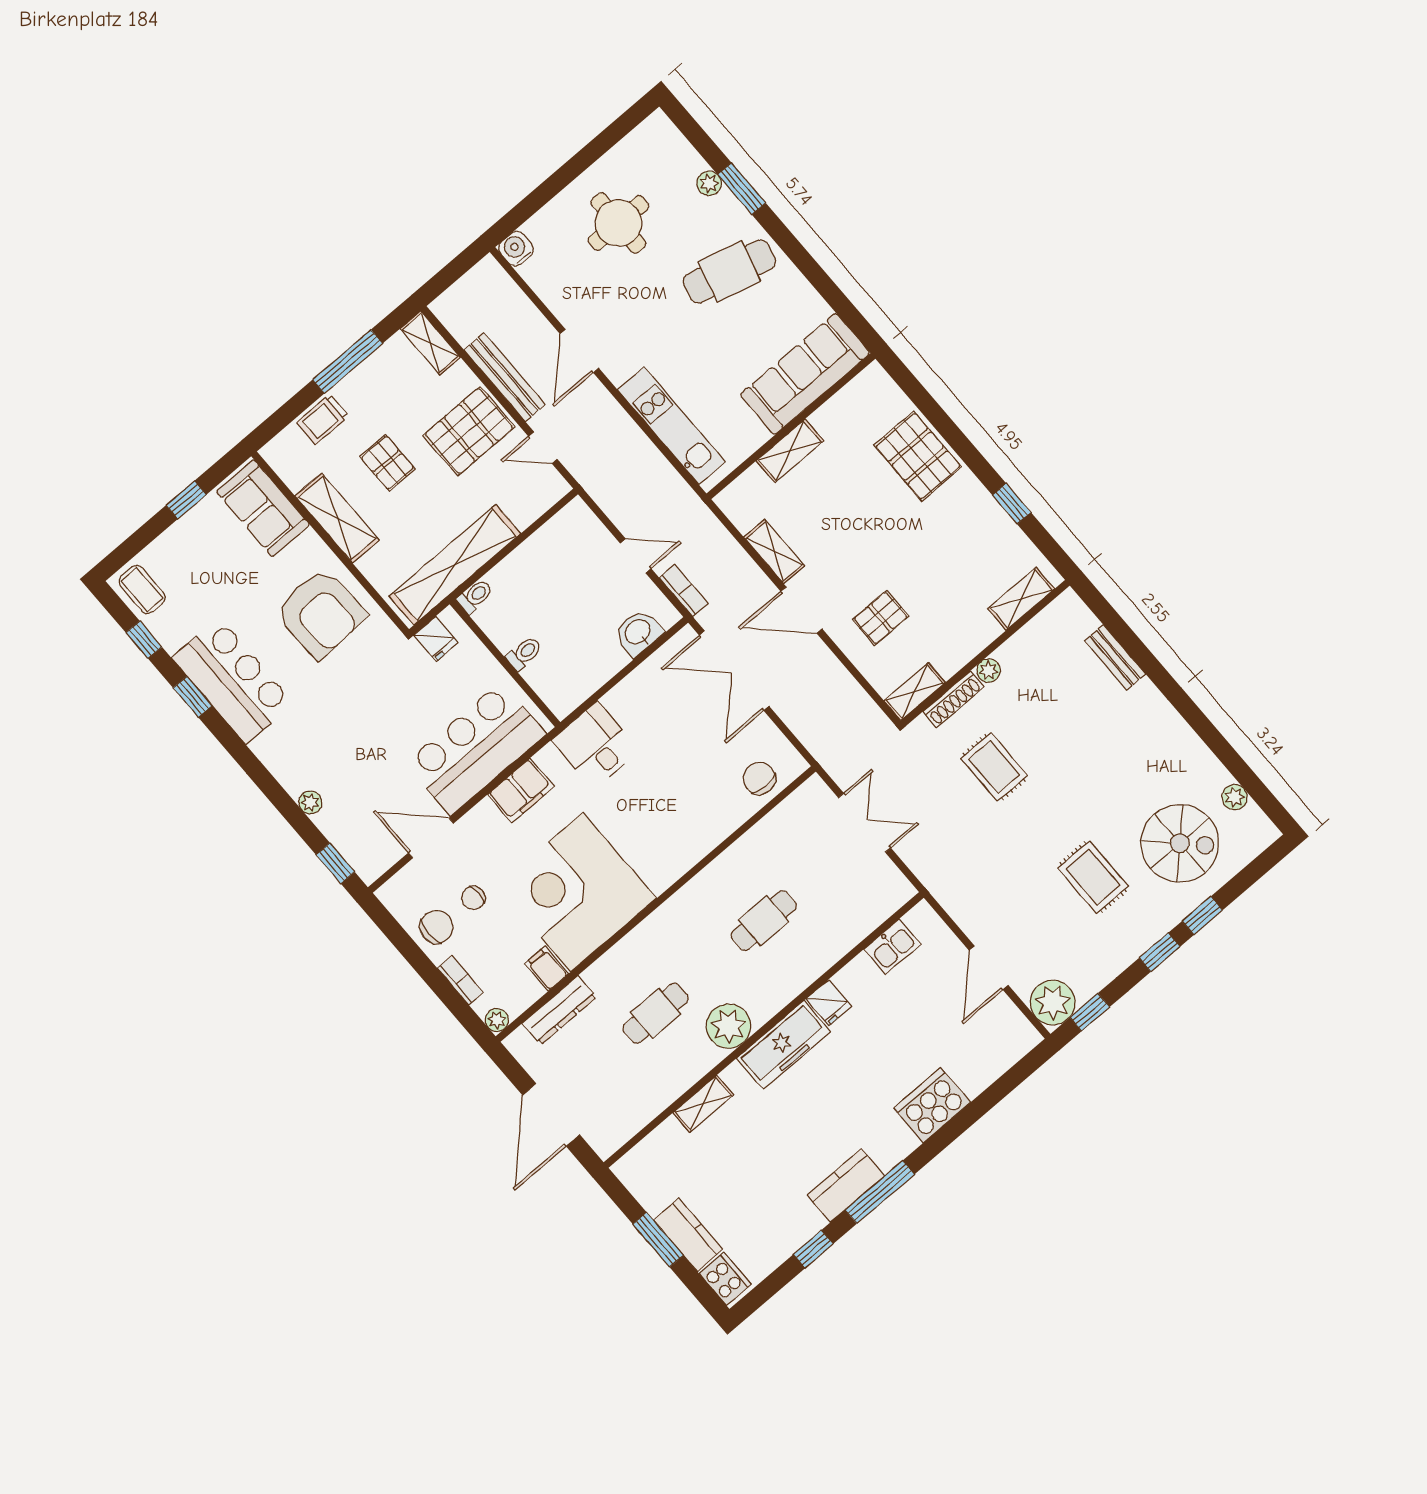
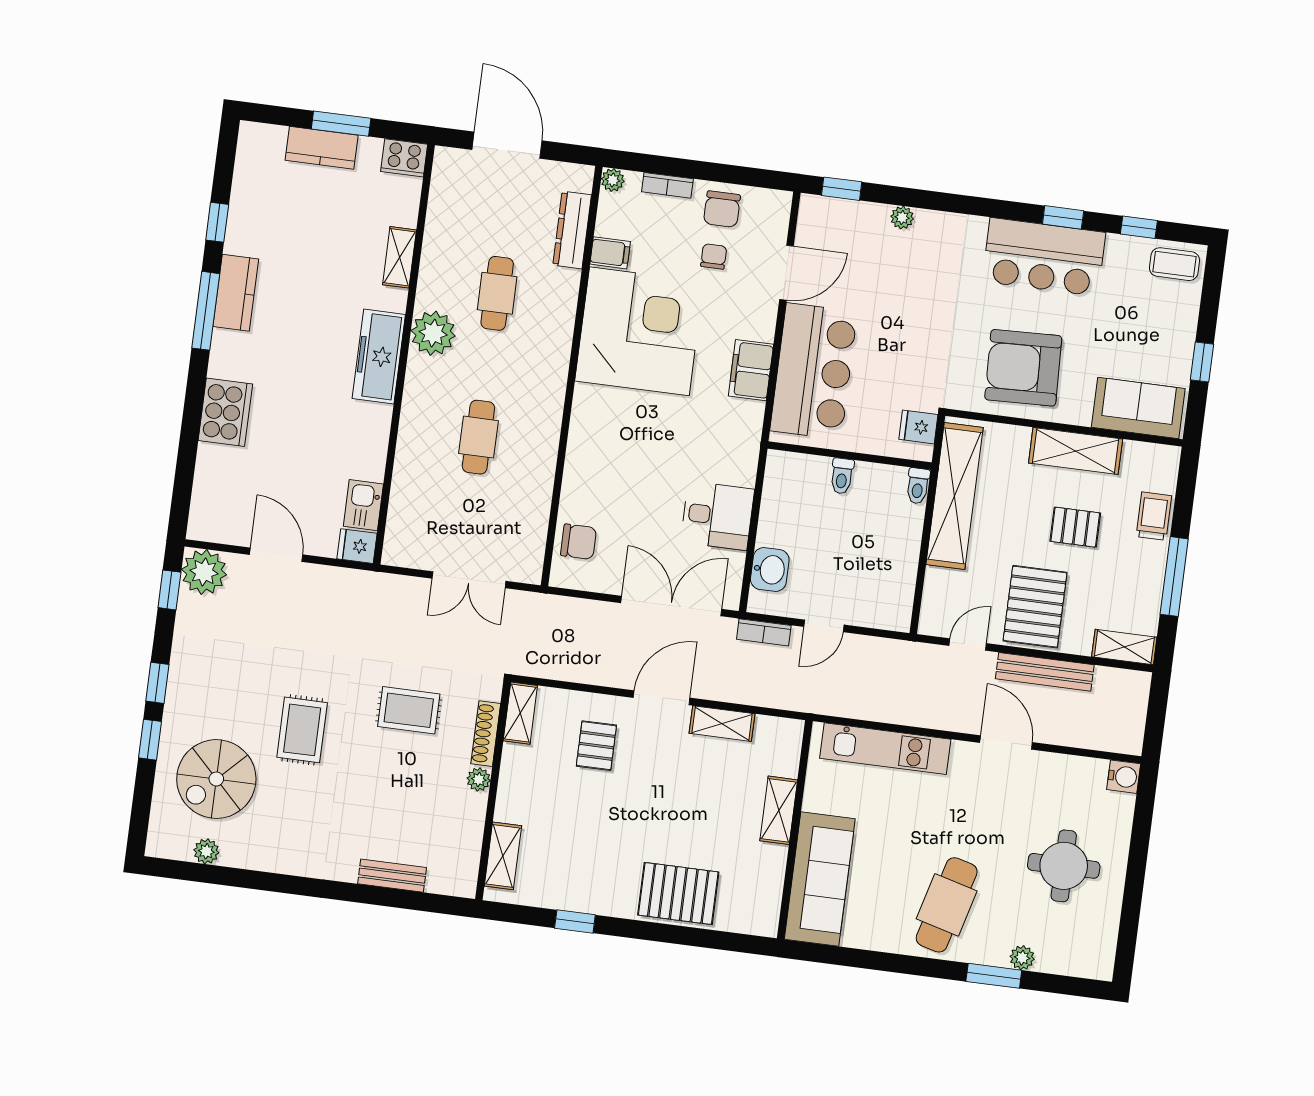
desk: (595, 745) -> (717, 516), moved
rug: (1093, 877) -> (302, 730), moved, turned 90
fridge: (829, 1003) -> (357, 546), moved
cooker: (725, 1279) -> (404, 158), moved

